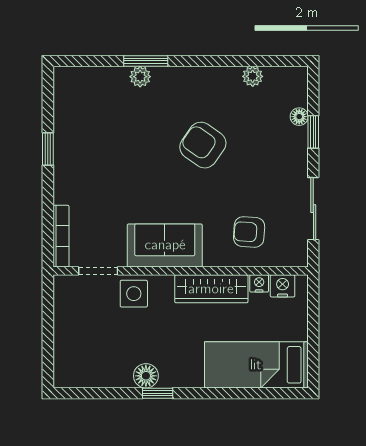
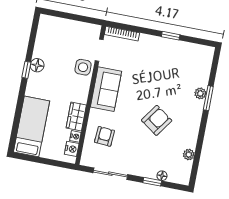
wardrobe: (211, 289) -> (76, 117), width x0.67

